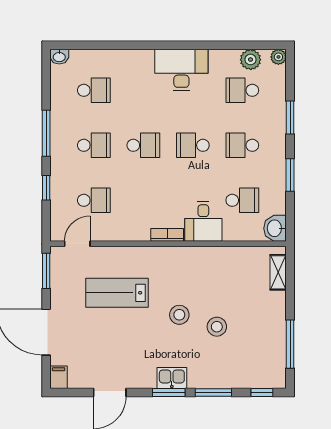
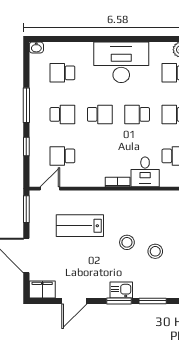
desk: (181, 70) -> (121, 62), width x1.36, depth x1.30
school desk: (94, 90) -> (62, 73), turned 180
school desk: (94, 200) -> (62, 156), turned 180
filing cabinet: (59, 377) -> (42, 289), width x2.00

